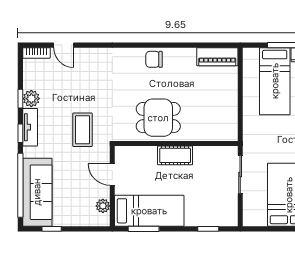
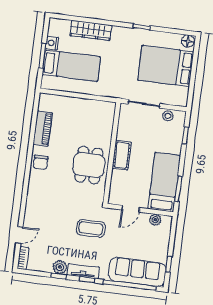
piano: (217, 57) -> (43, 128), moved
stool: (229, 205) -> (168, 116), added

